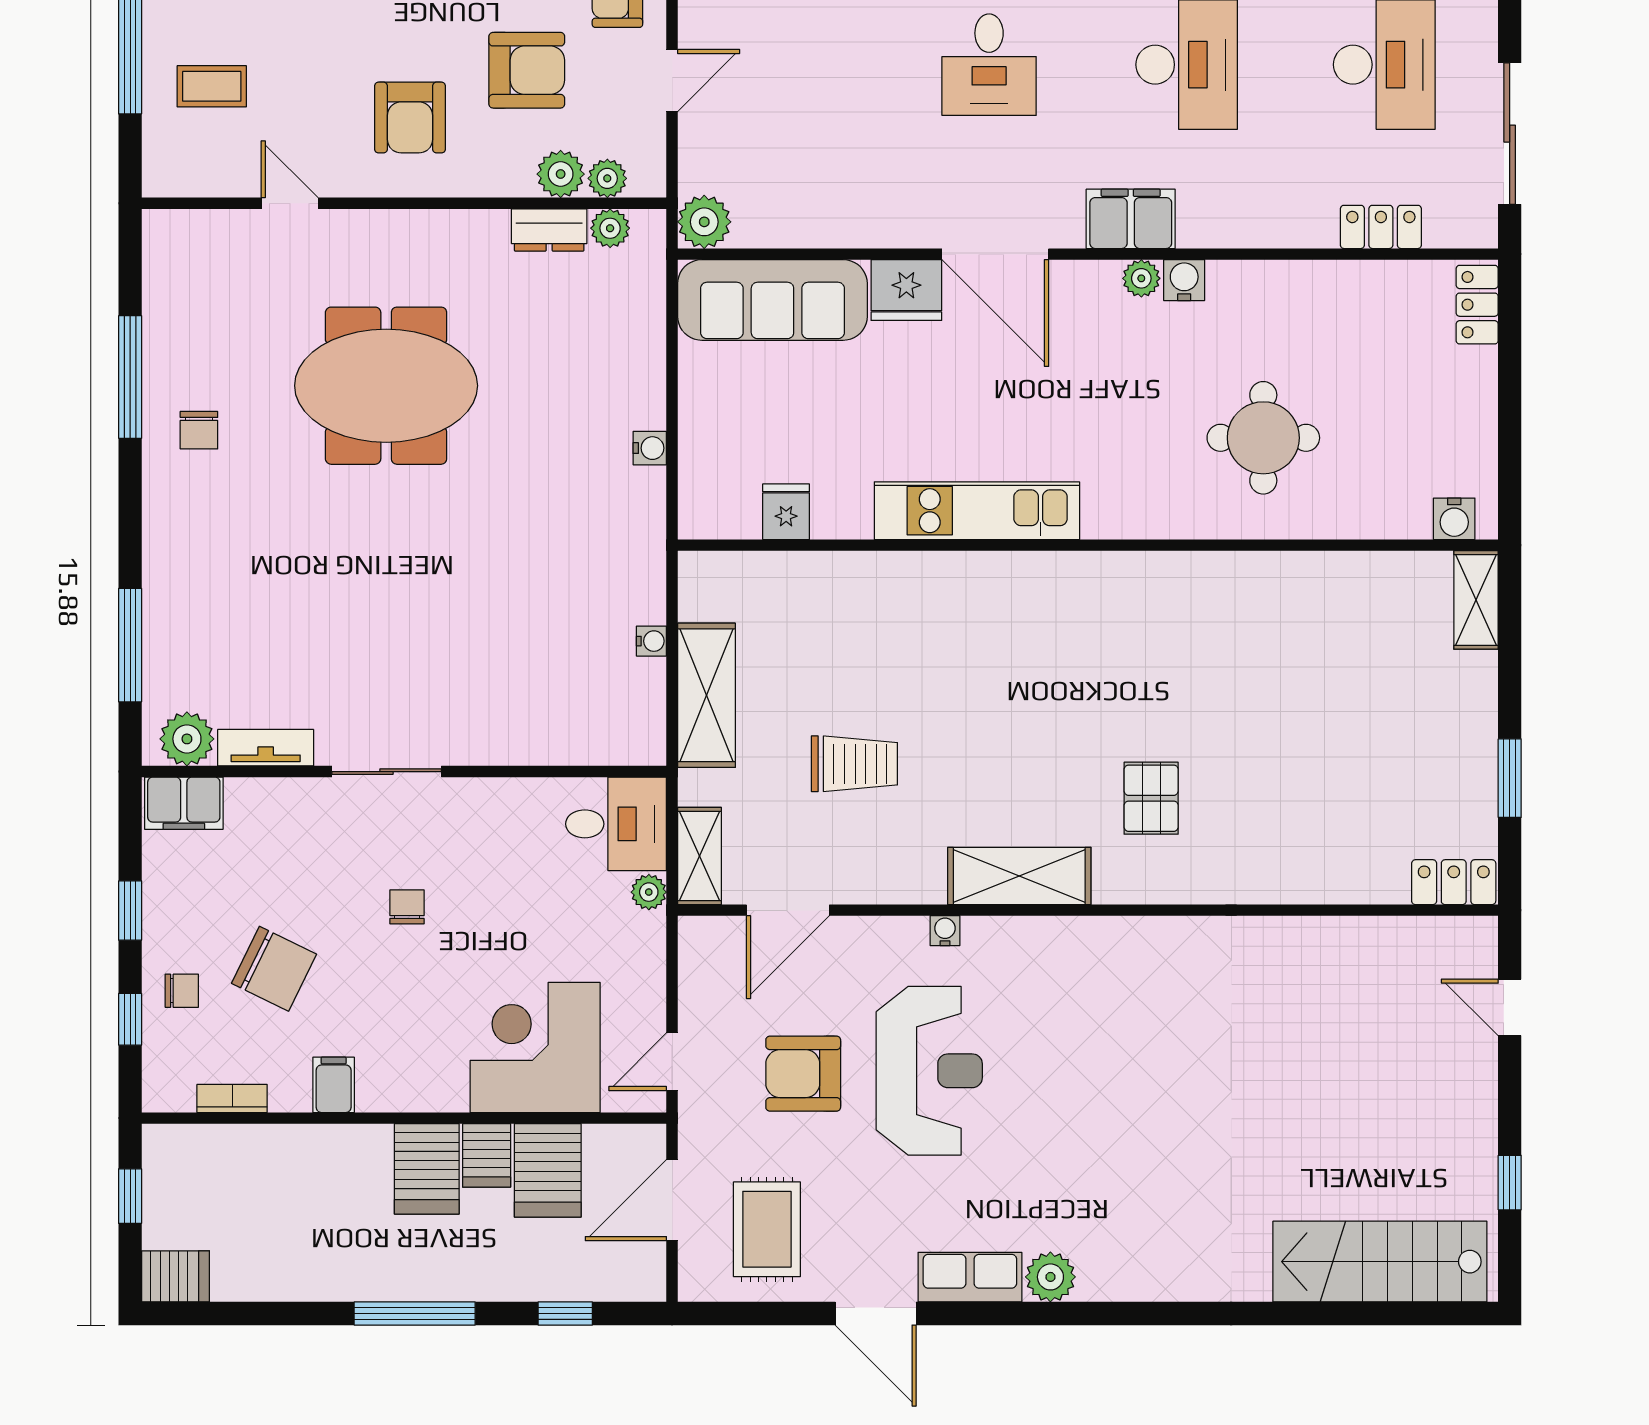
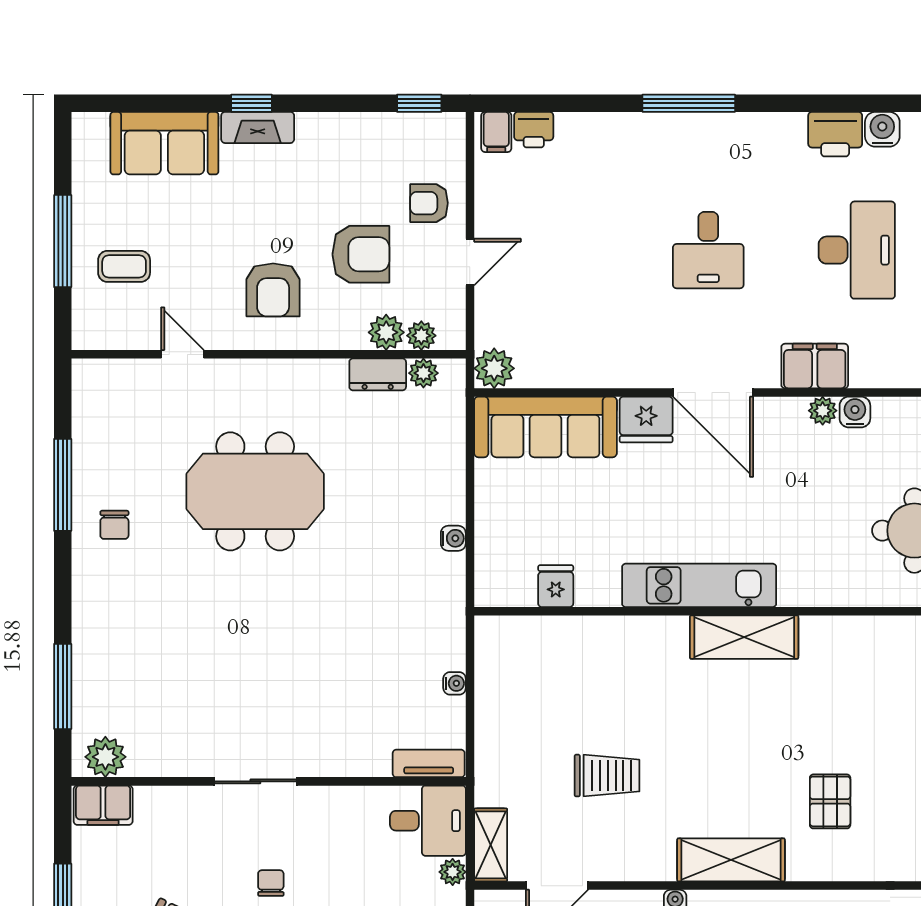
shelving: (706, 695) -> (744, 637), moved, turned 90
tv unit: (266, 748) -> (429, 763), moved

